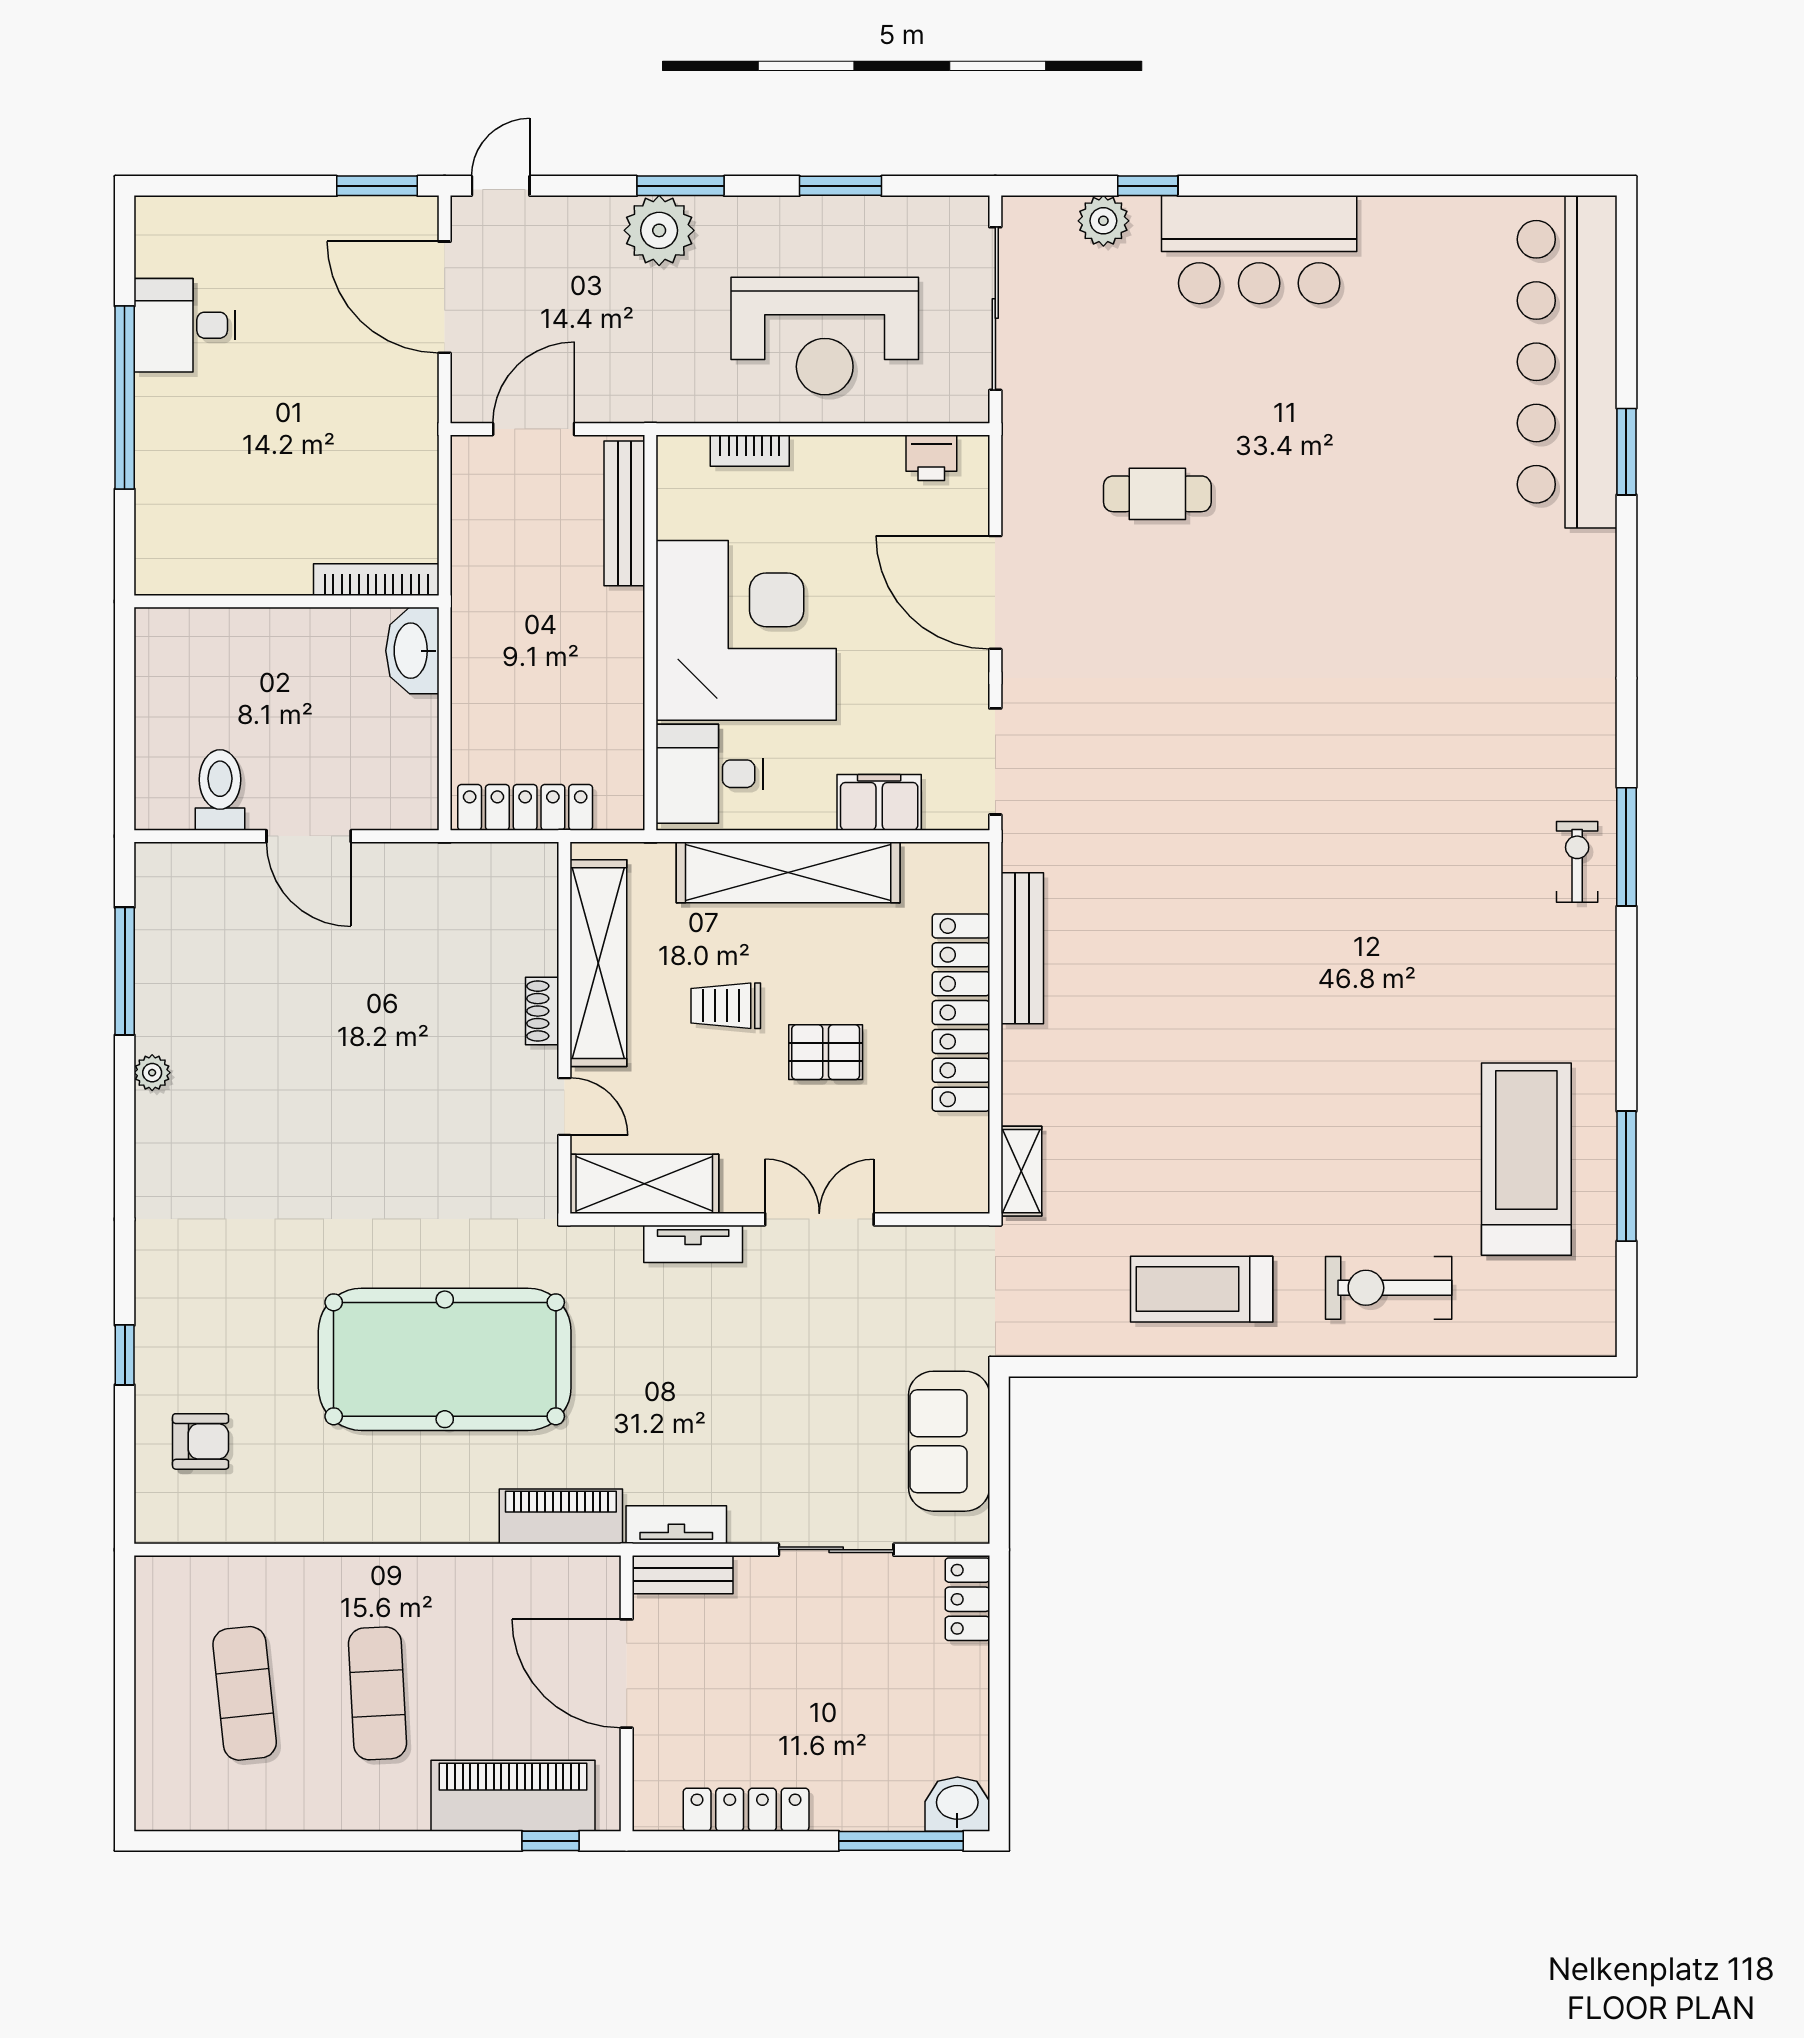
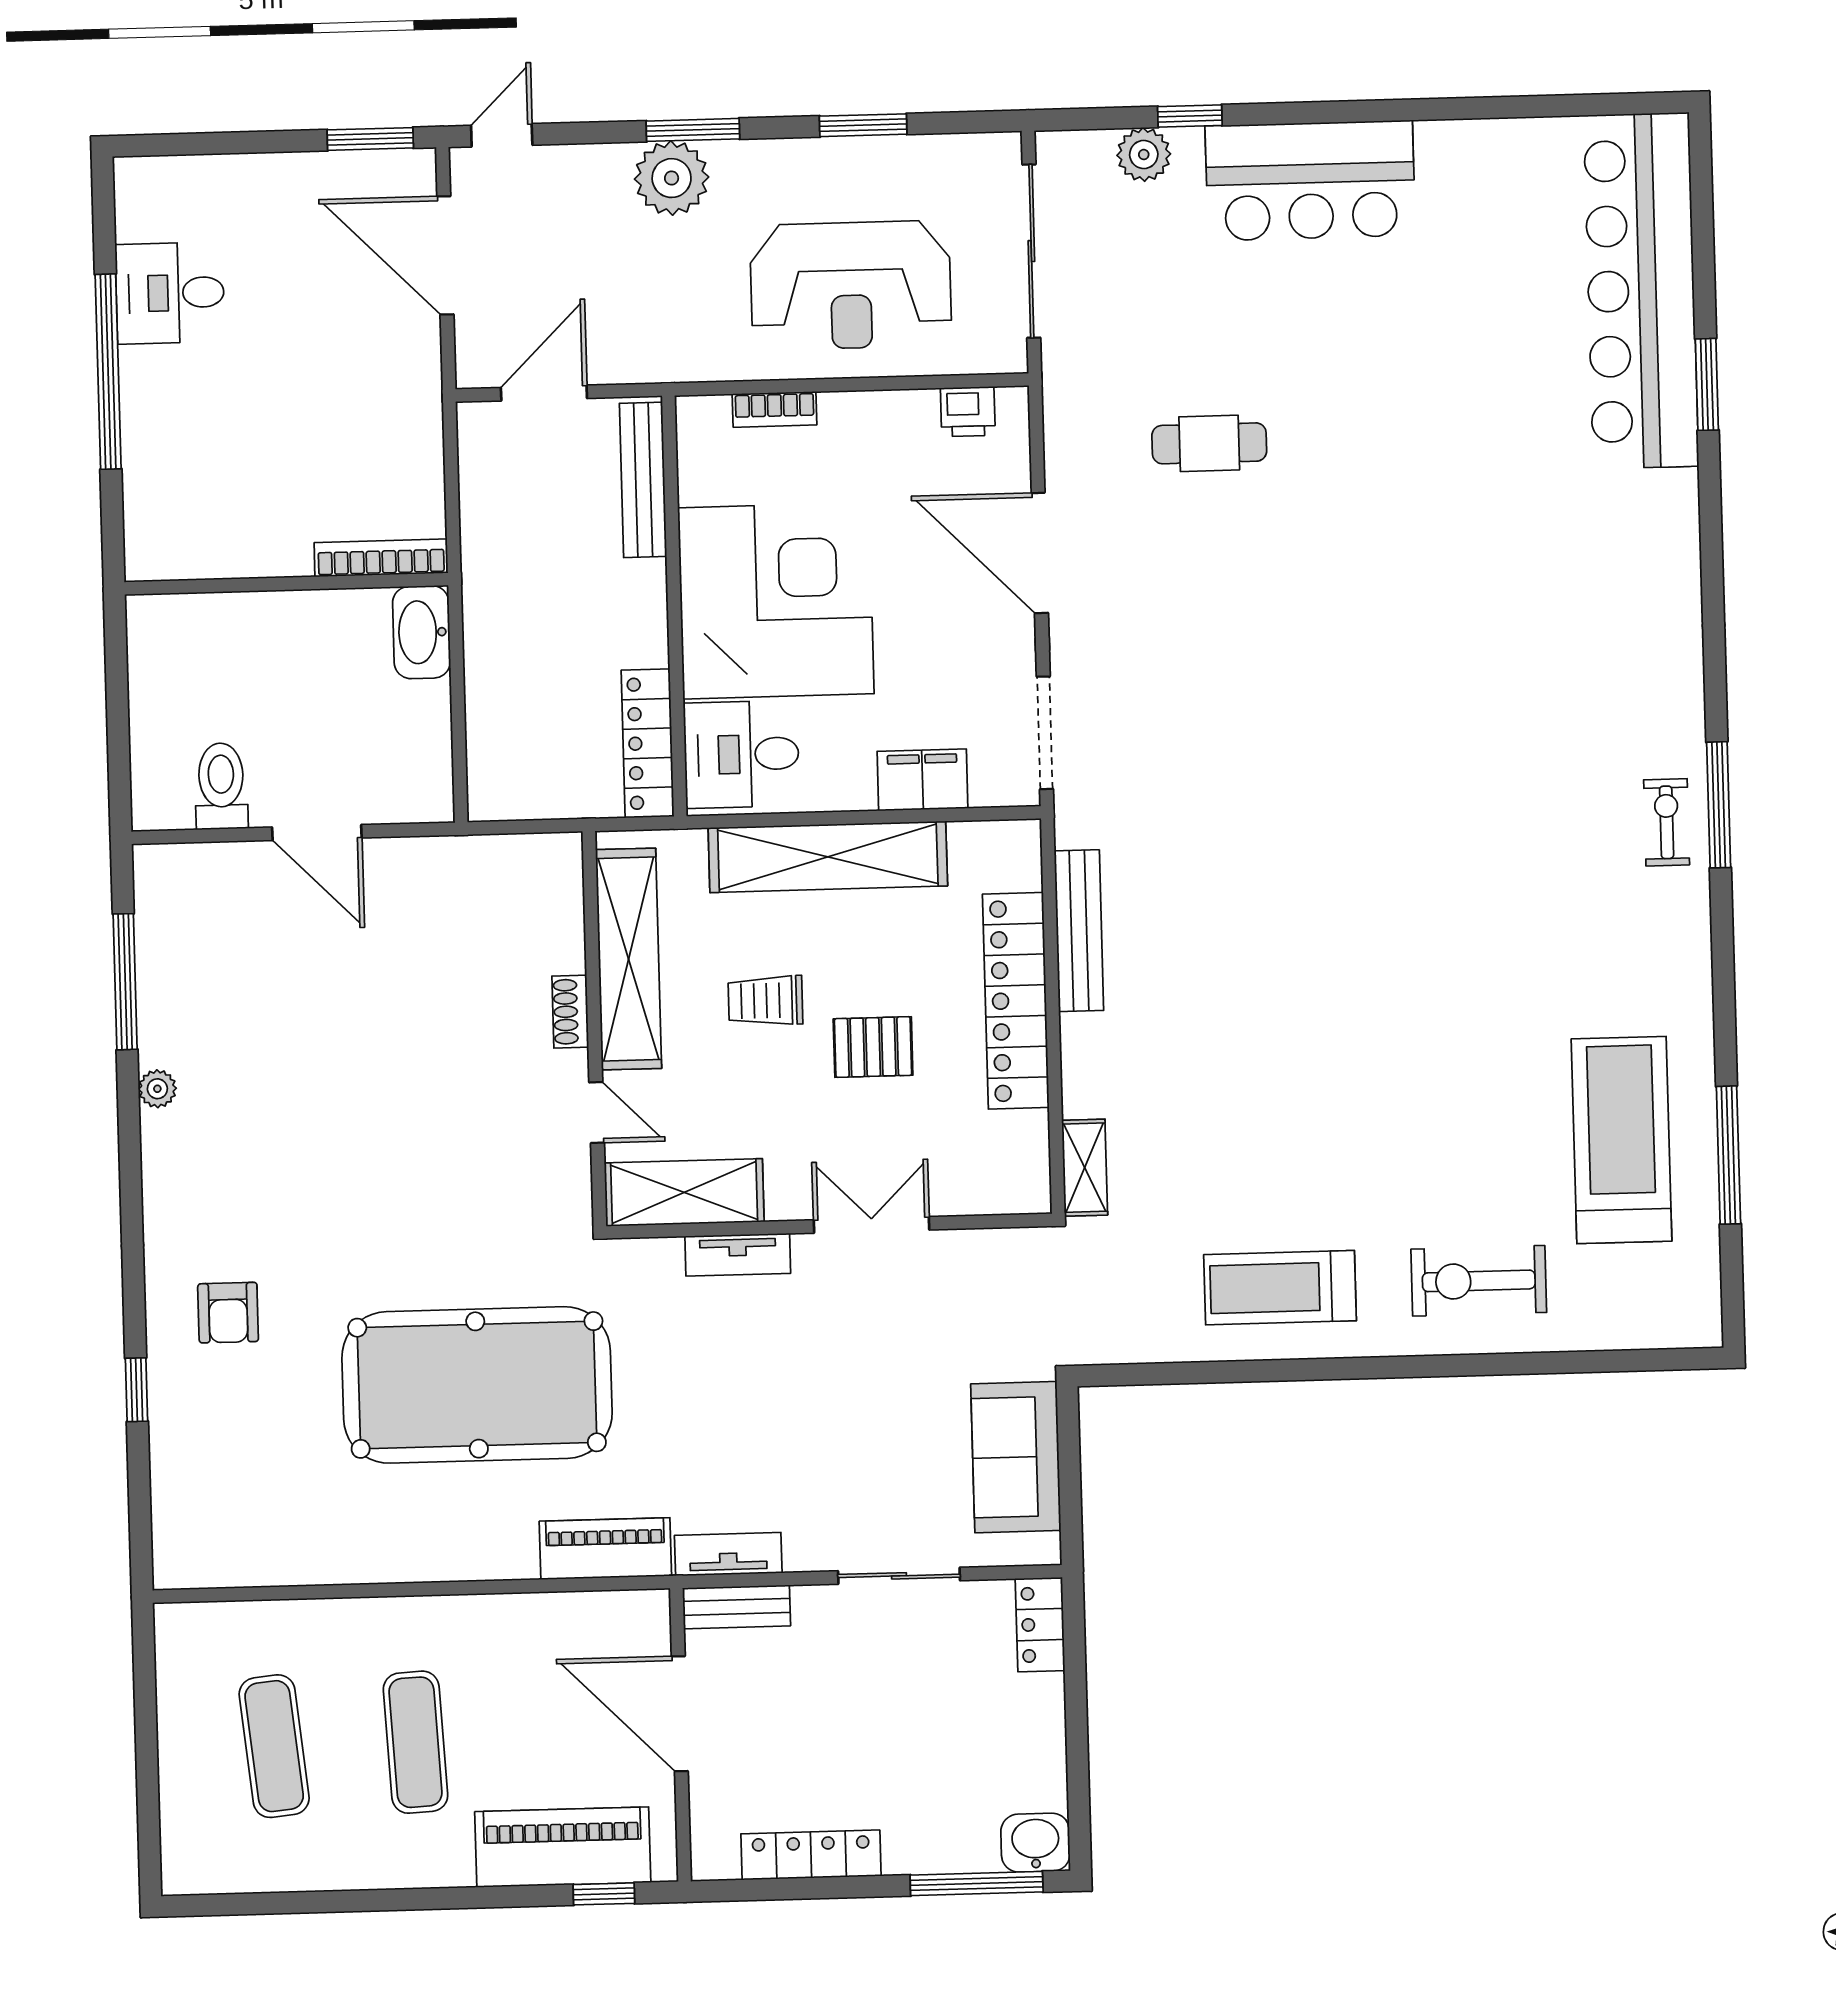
locker: (525, 807) -> (648, 743), moved, turned -90
armchair: (201, 1441) -> (228, 1313), moved, turned 90

